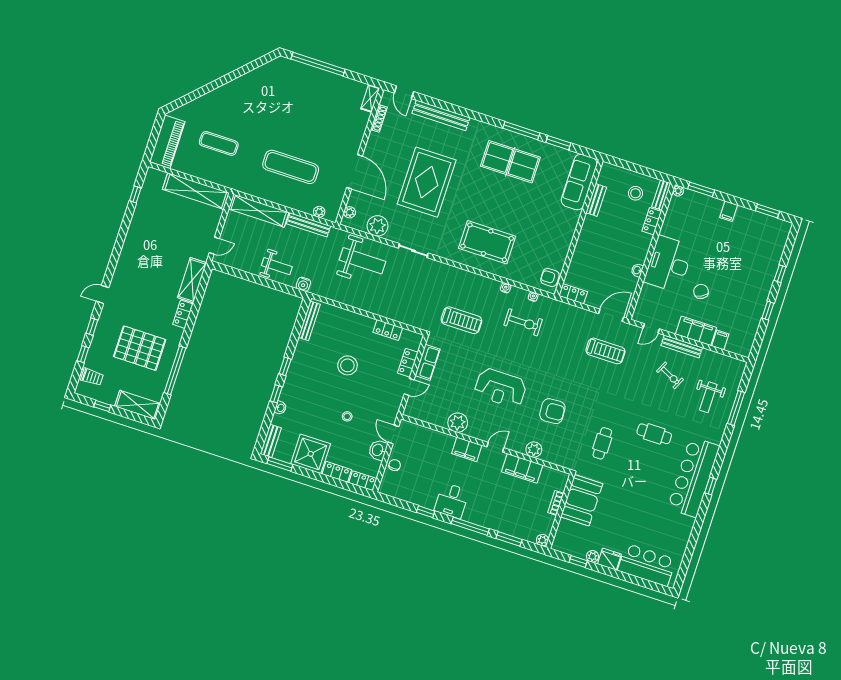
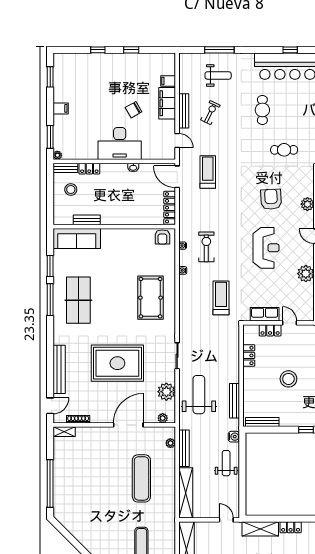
locker: (573, 294) -> (170, 208), width x1.53
bench: (343, 298) -> (234, 401), added

